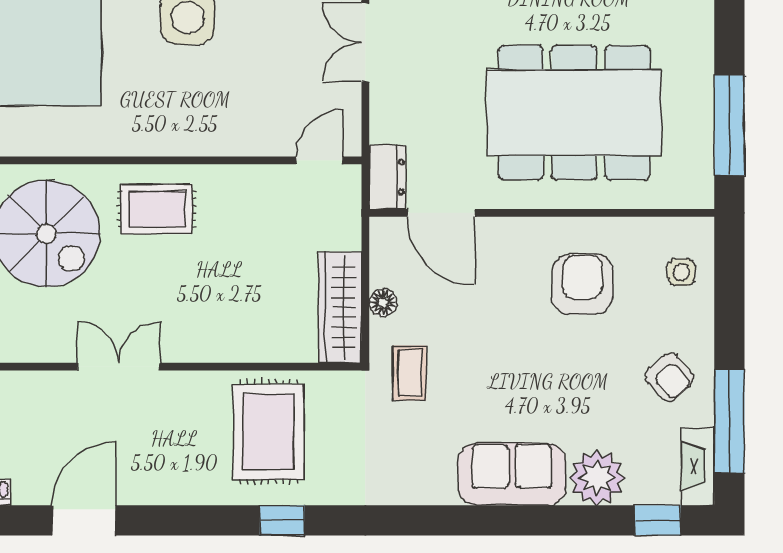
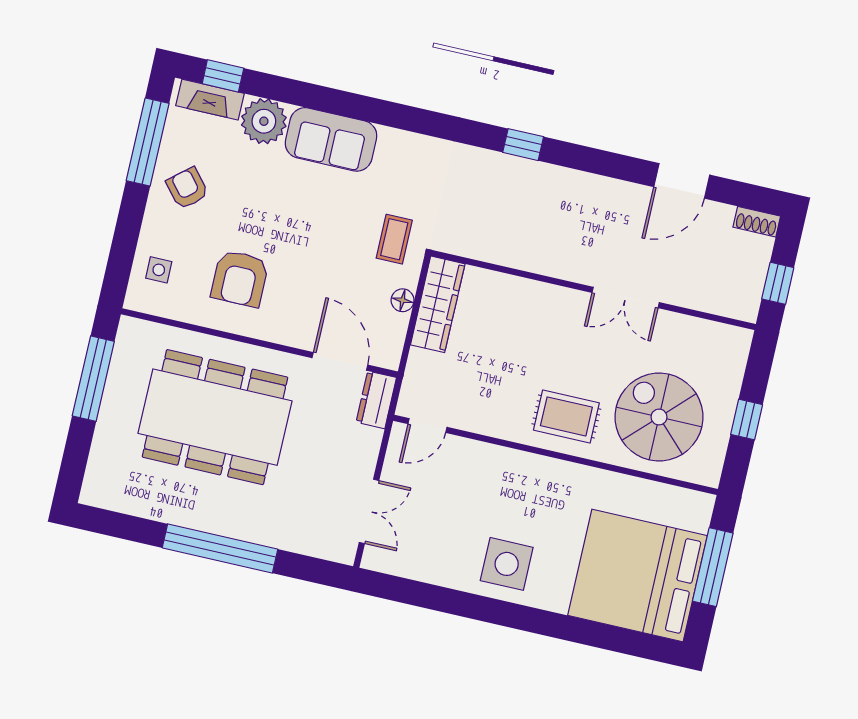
rug: (268, 432) -> (518, 218), removed
fireplace: (698, 466) -> (210, 100), moved, turned 90

